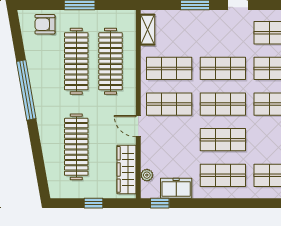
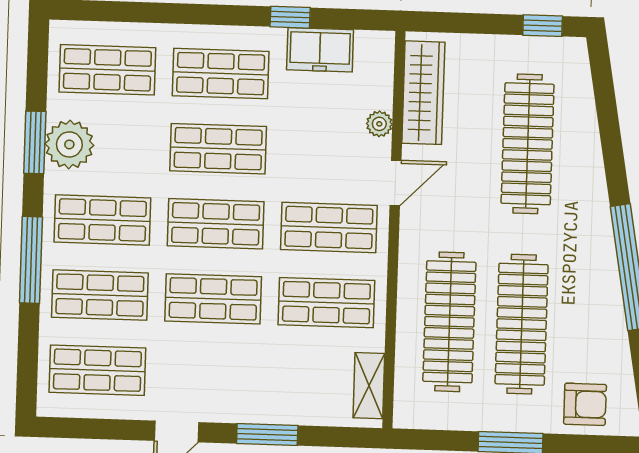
door: (138, 126) -> (395, 183), hinge flipped
plant: (147, 175) -> (379, 124), moved
window: (94, 203) -> (543, 26), moved
window: (160, 203) -> (290, 17), moved

